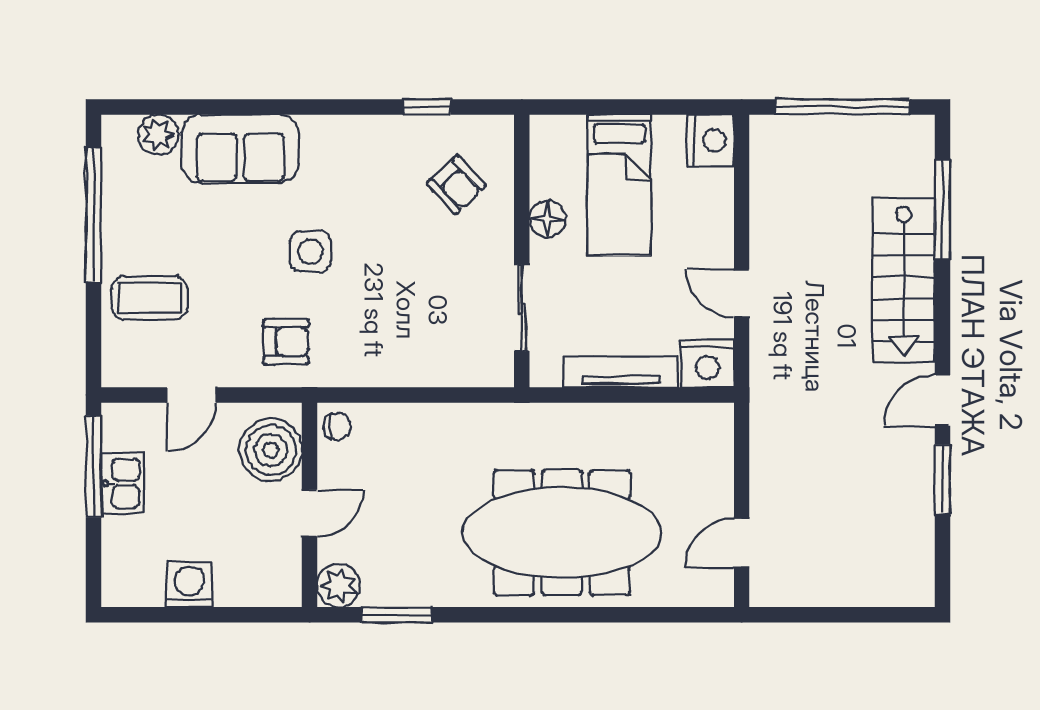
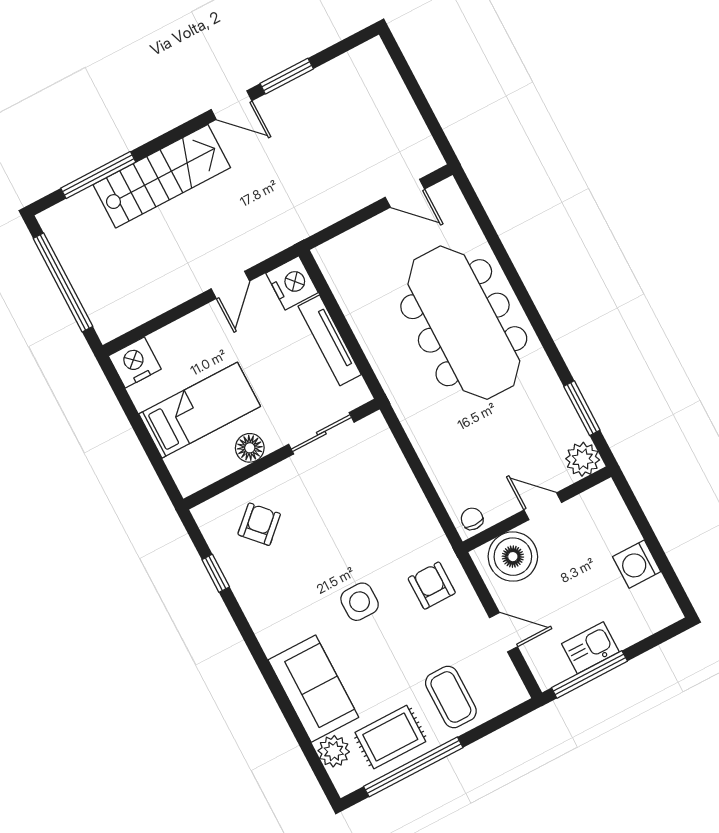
rug: (141, 206) -> (390, 737), added

